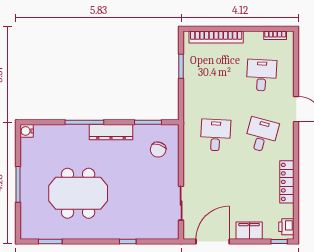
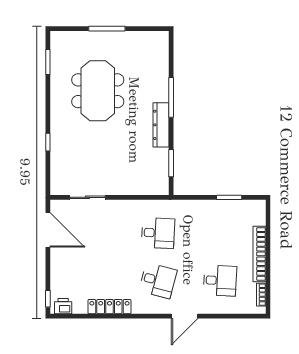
bookcase: (216, 37) -> (259, 254), moved
water cooler: (27, 131) -> (162, 38), removed
chair: (158, 150) -> (143, 174), removed
filing cabinet: (249, 231) -> (59, 268), removed

